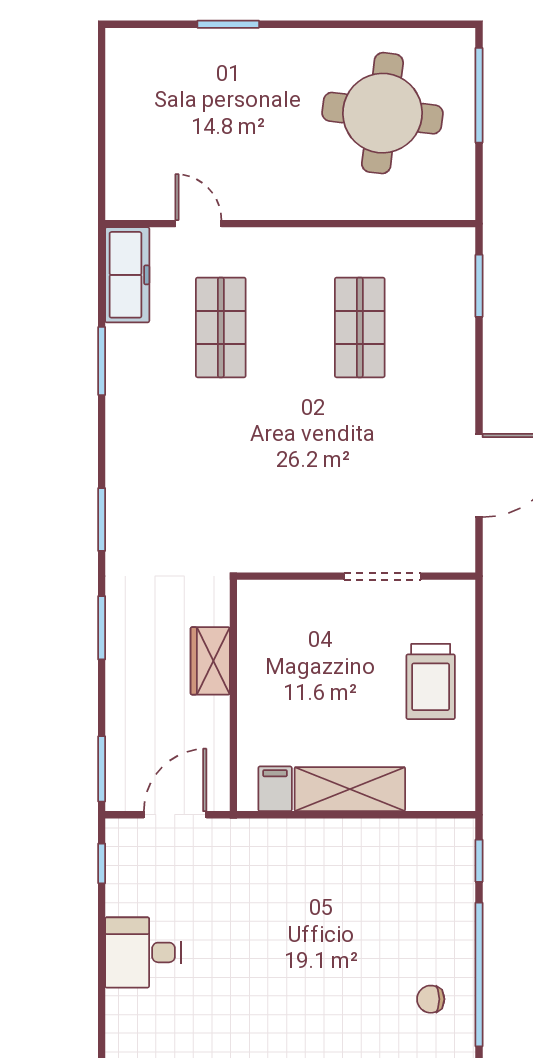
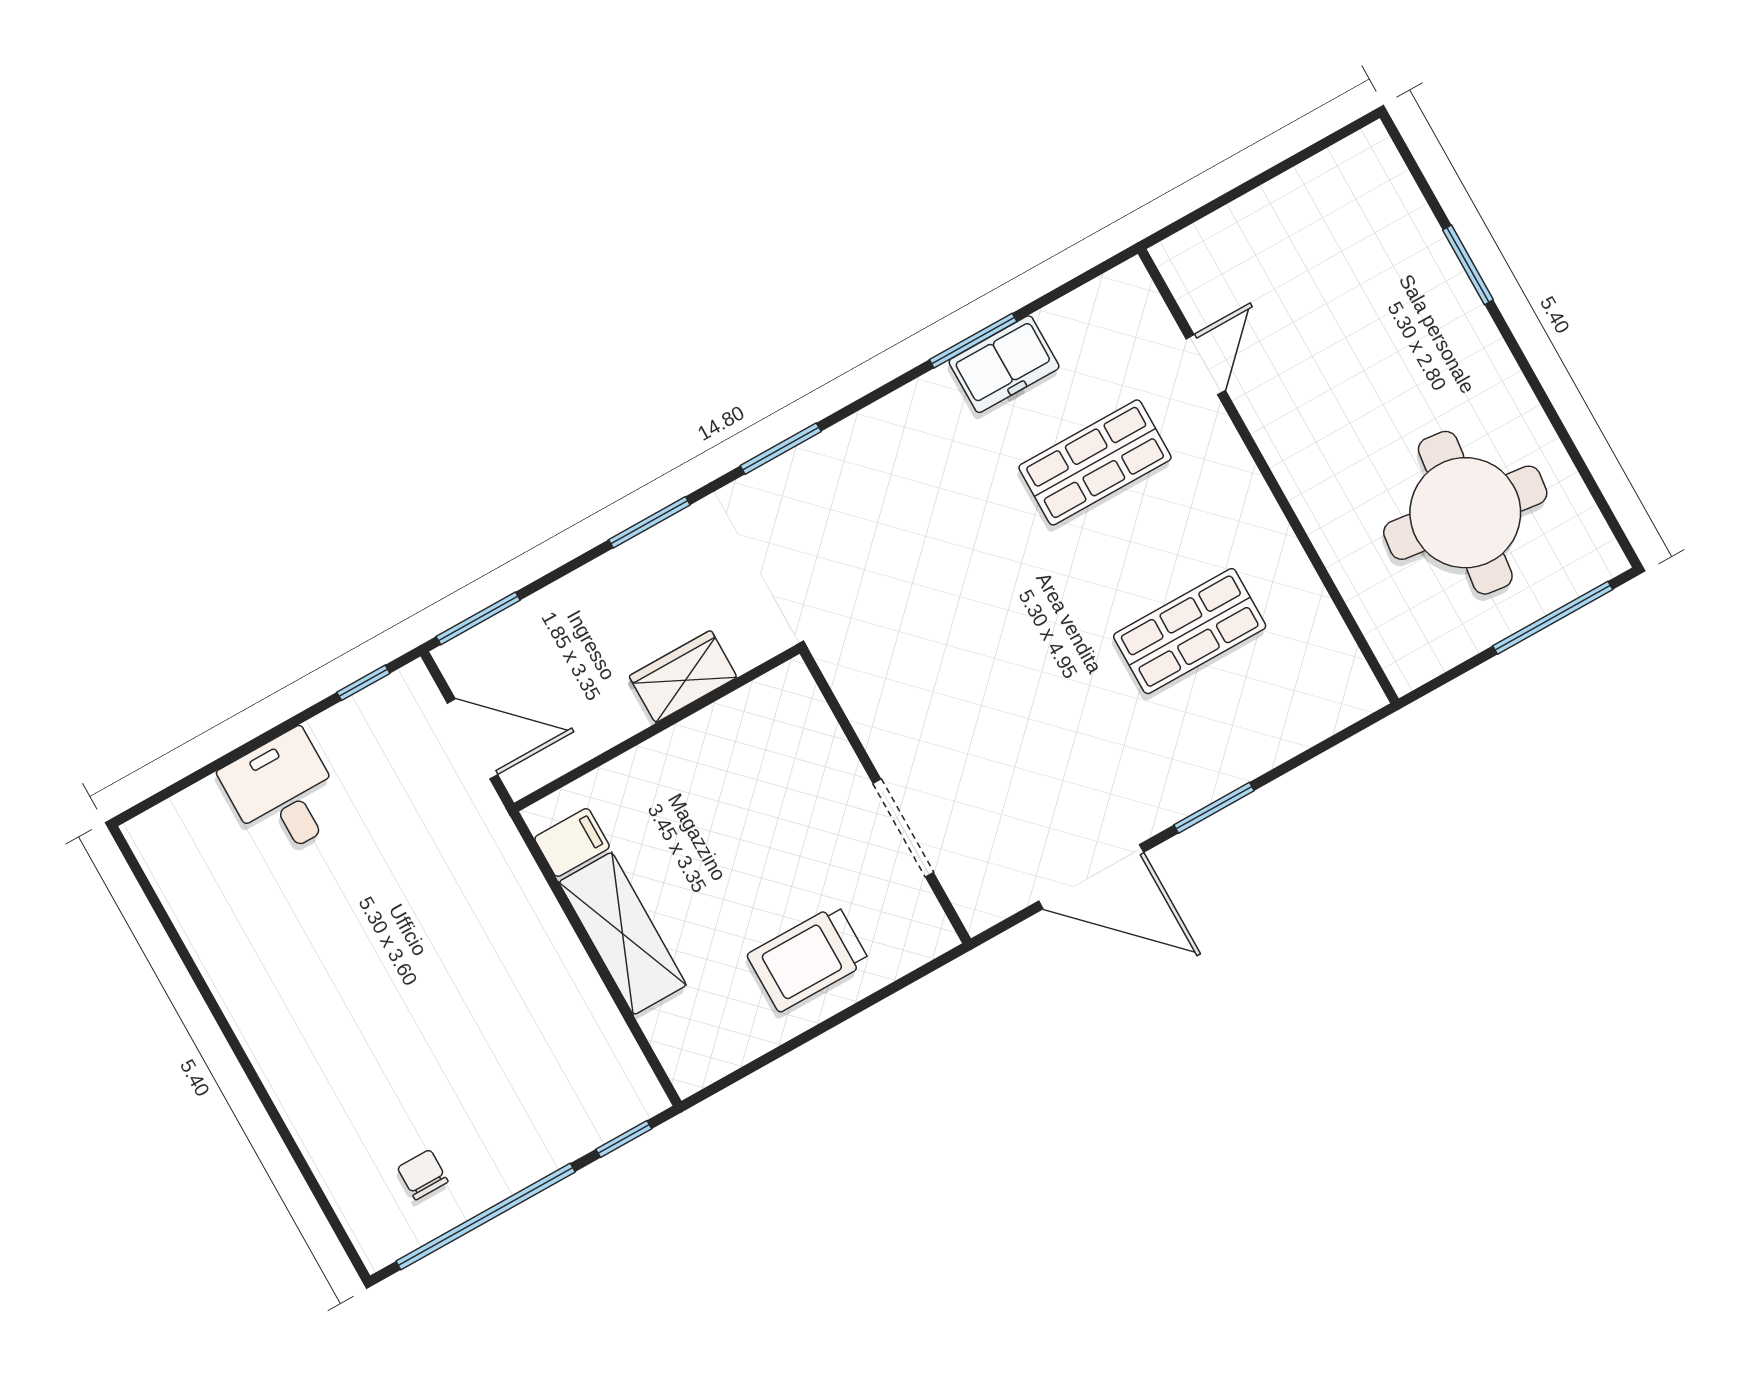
freezer: (127, 275) -> (1004, 364), moved, width x0.71
window: (479, 286) -> (1214, 808), moved

